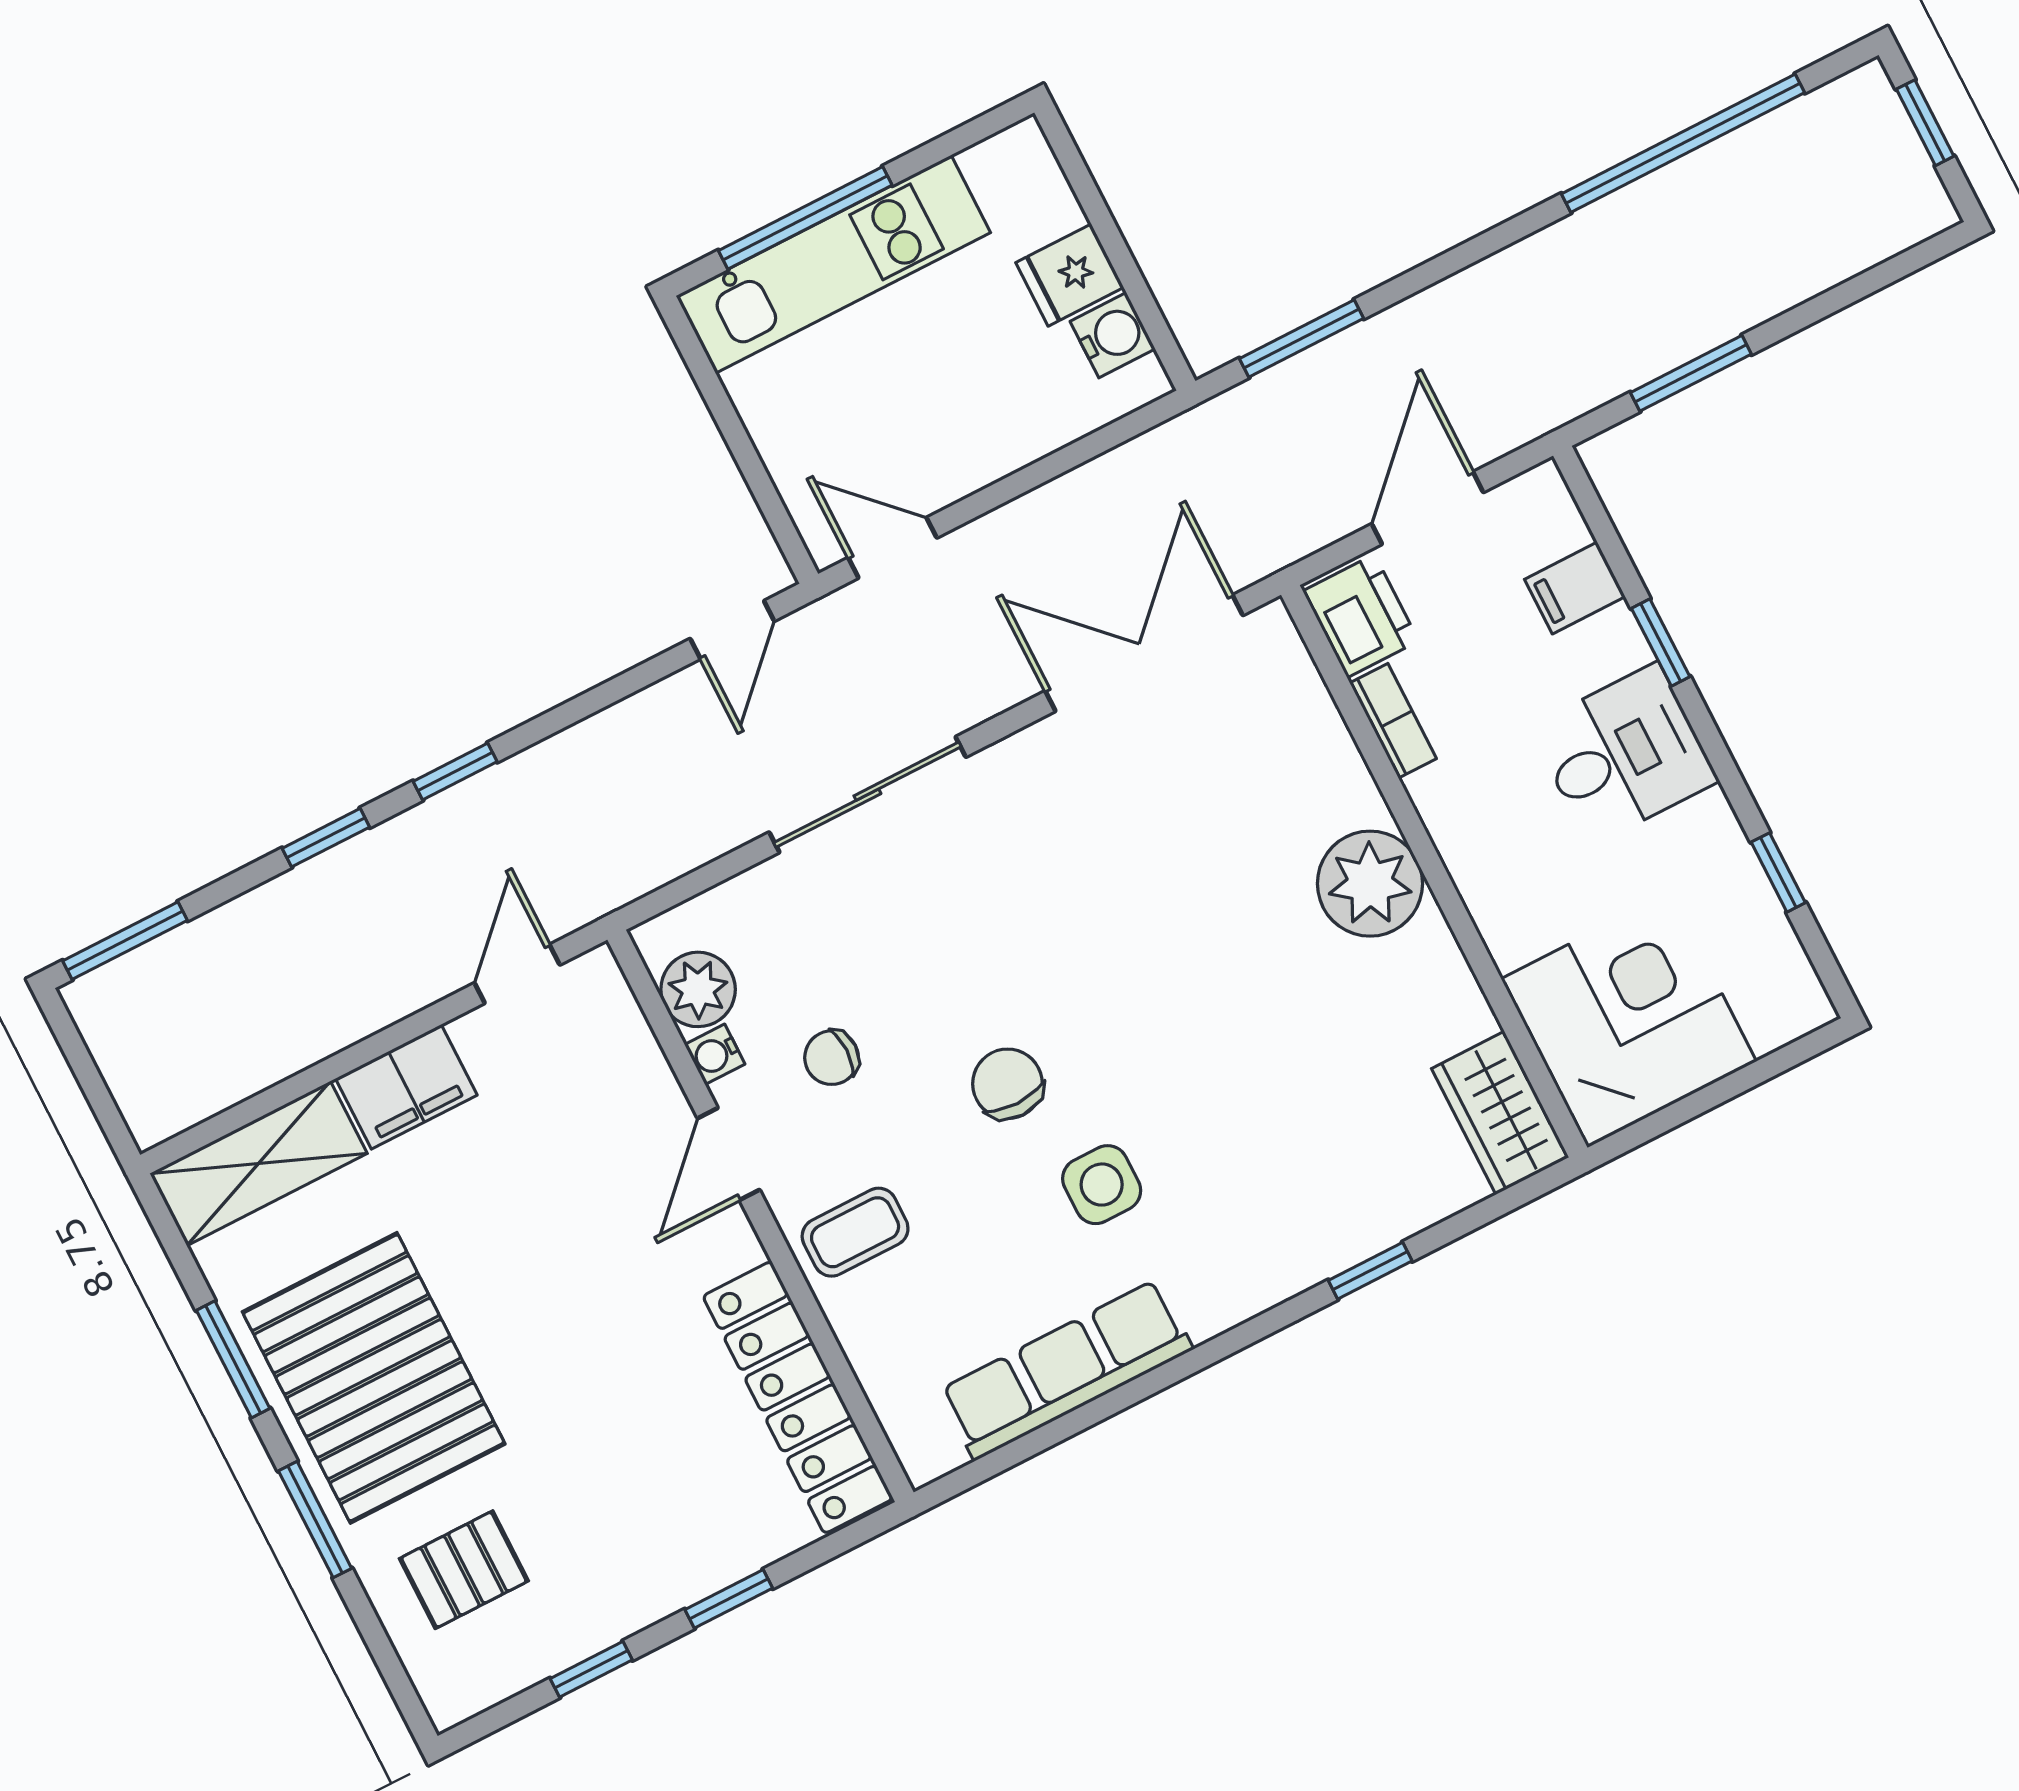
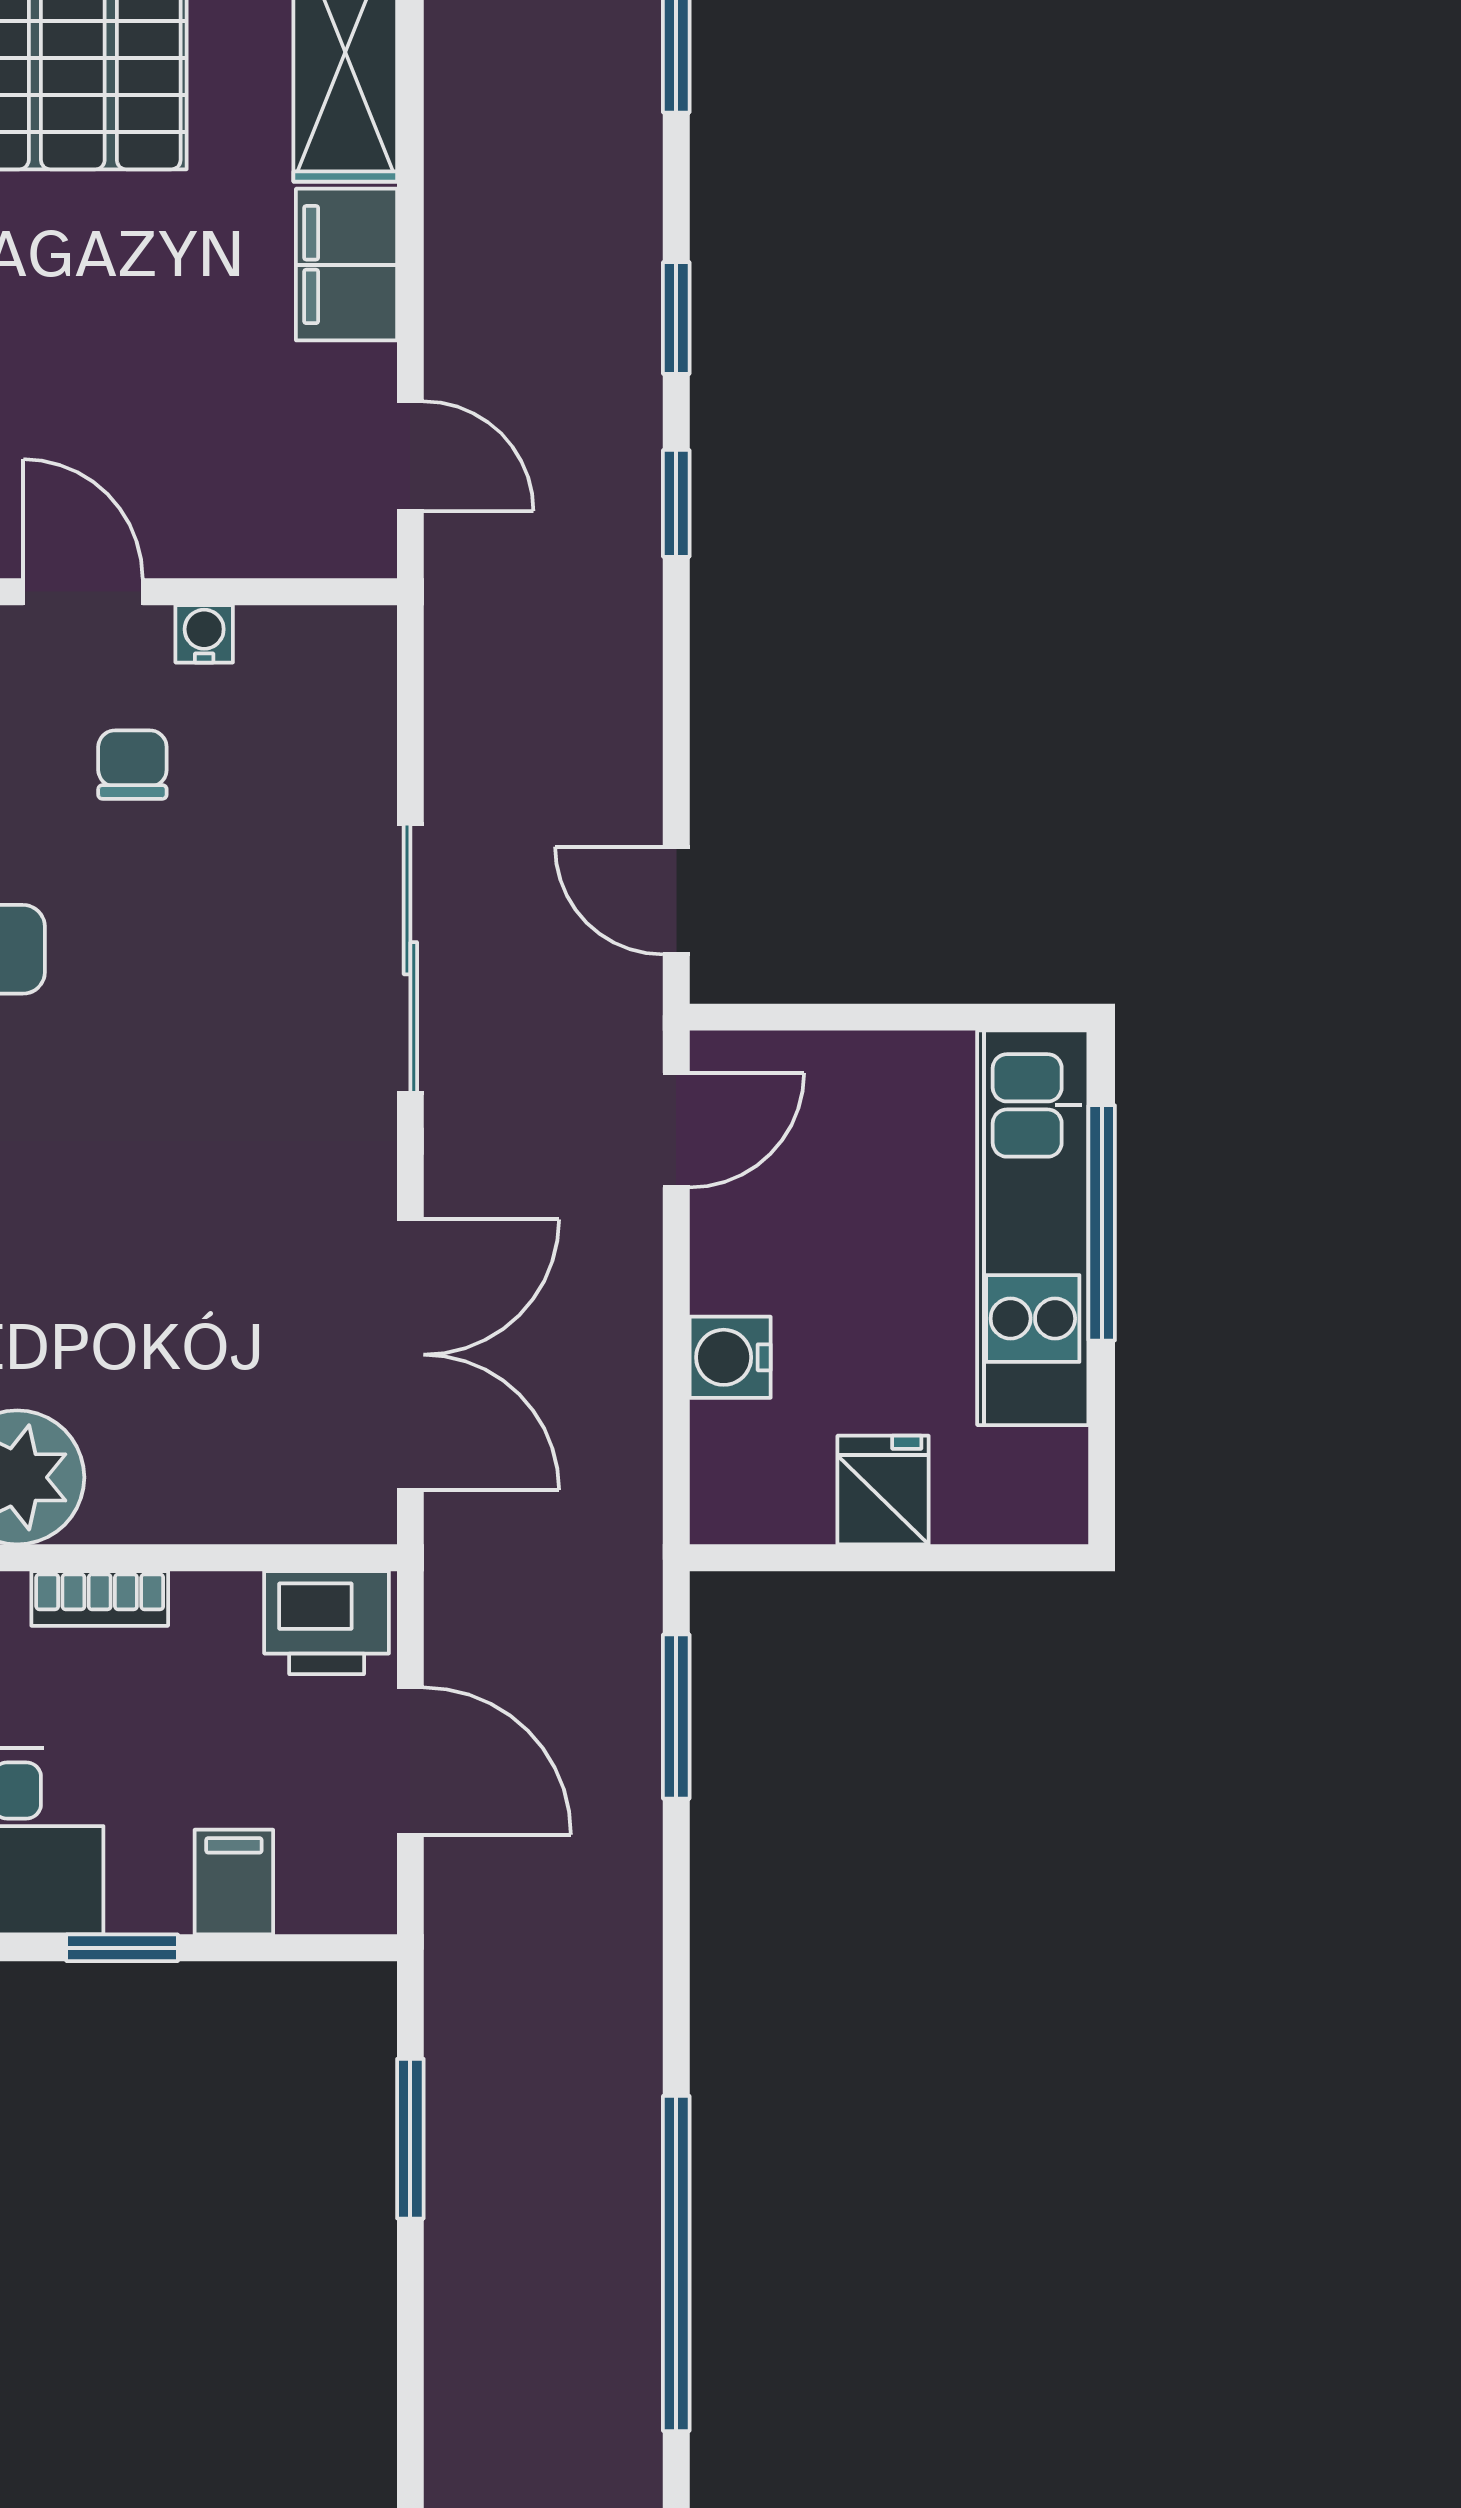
water cooler: (1113, 335) -> (730, 1357), moved, turned 90
bookcase: (1393, 721) -> (100, 1598), moved
plant: (698, 989) -> (288, 653), removed

